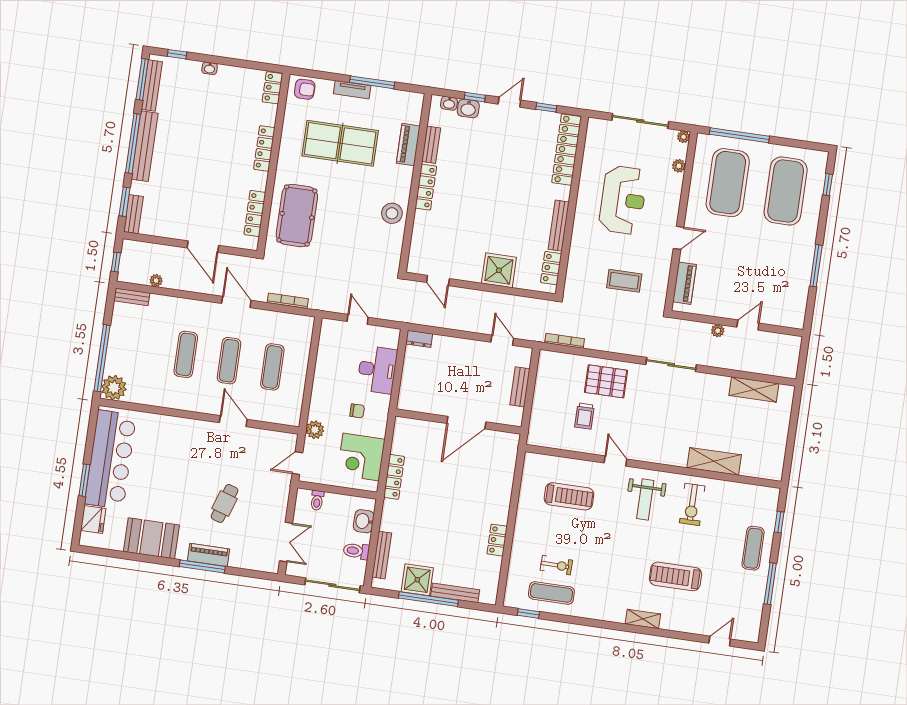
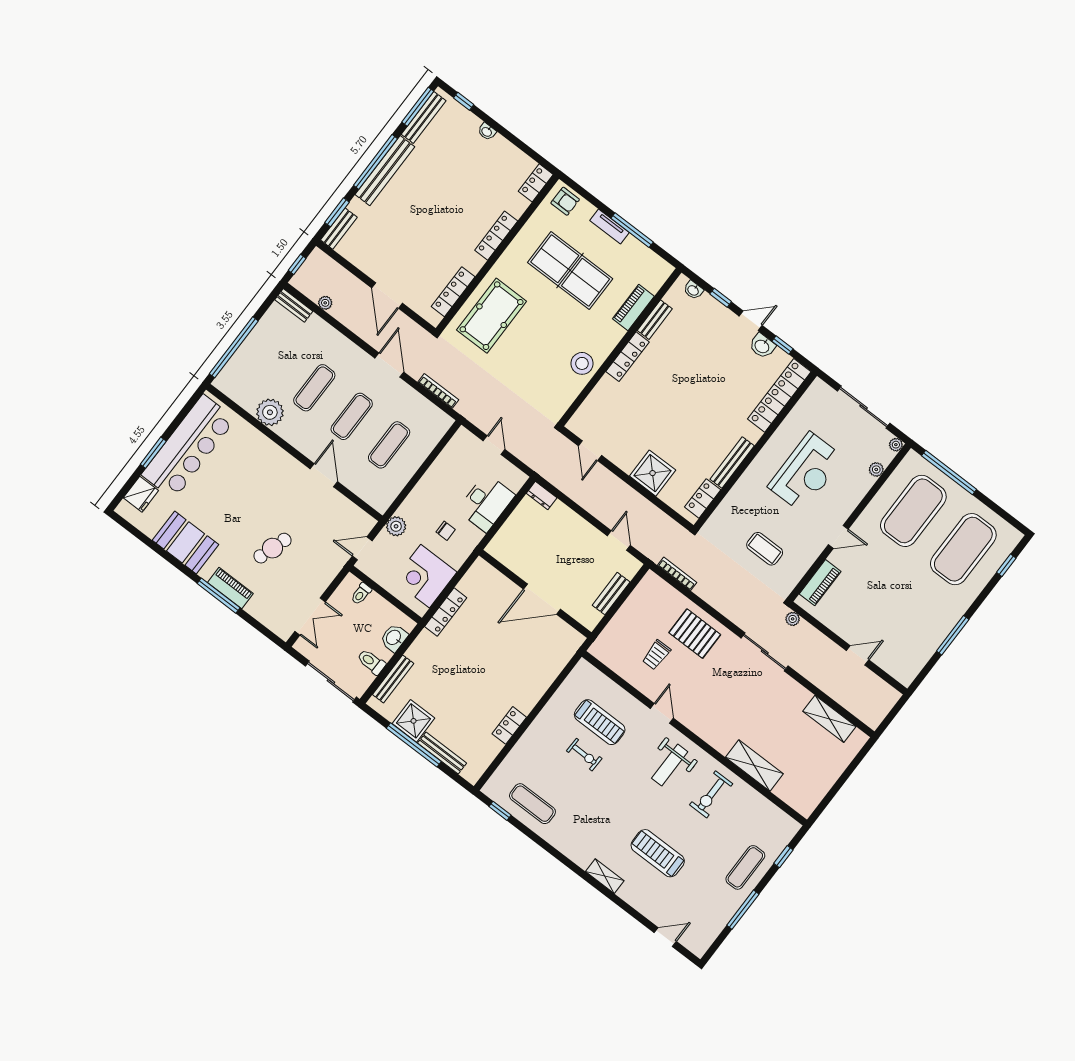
washbasin: (468, 108) -> (762, 346), moved
plant: (718, 331) -> (793, 619), moved
plant: (114, 388) -> (270, 412), moved
exercise bike: (556, 565) -> (584, 755), moved

